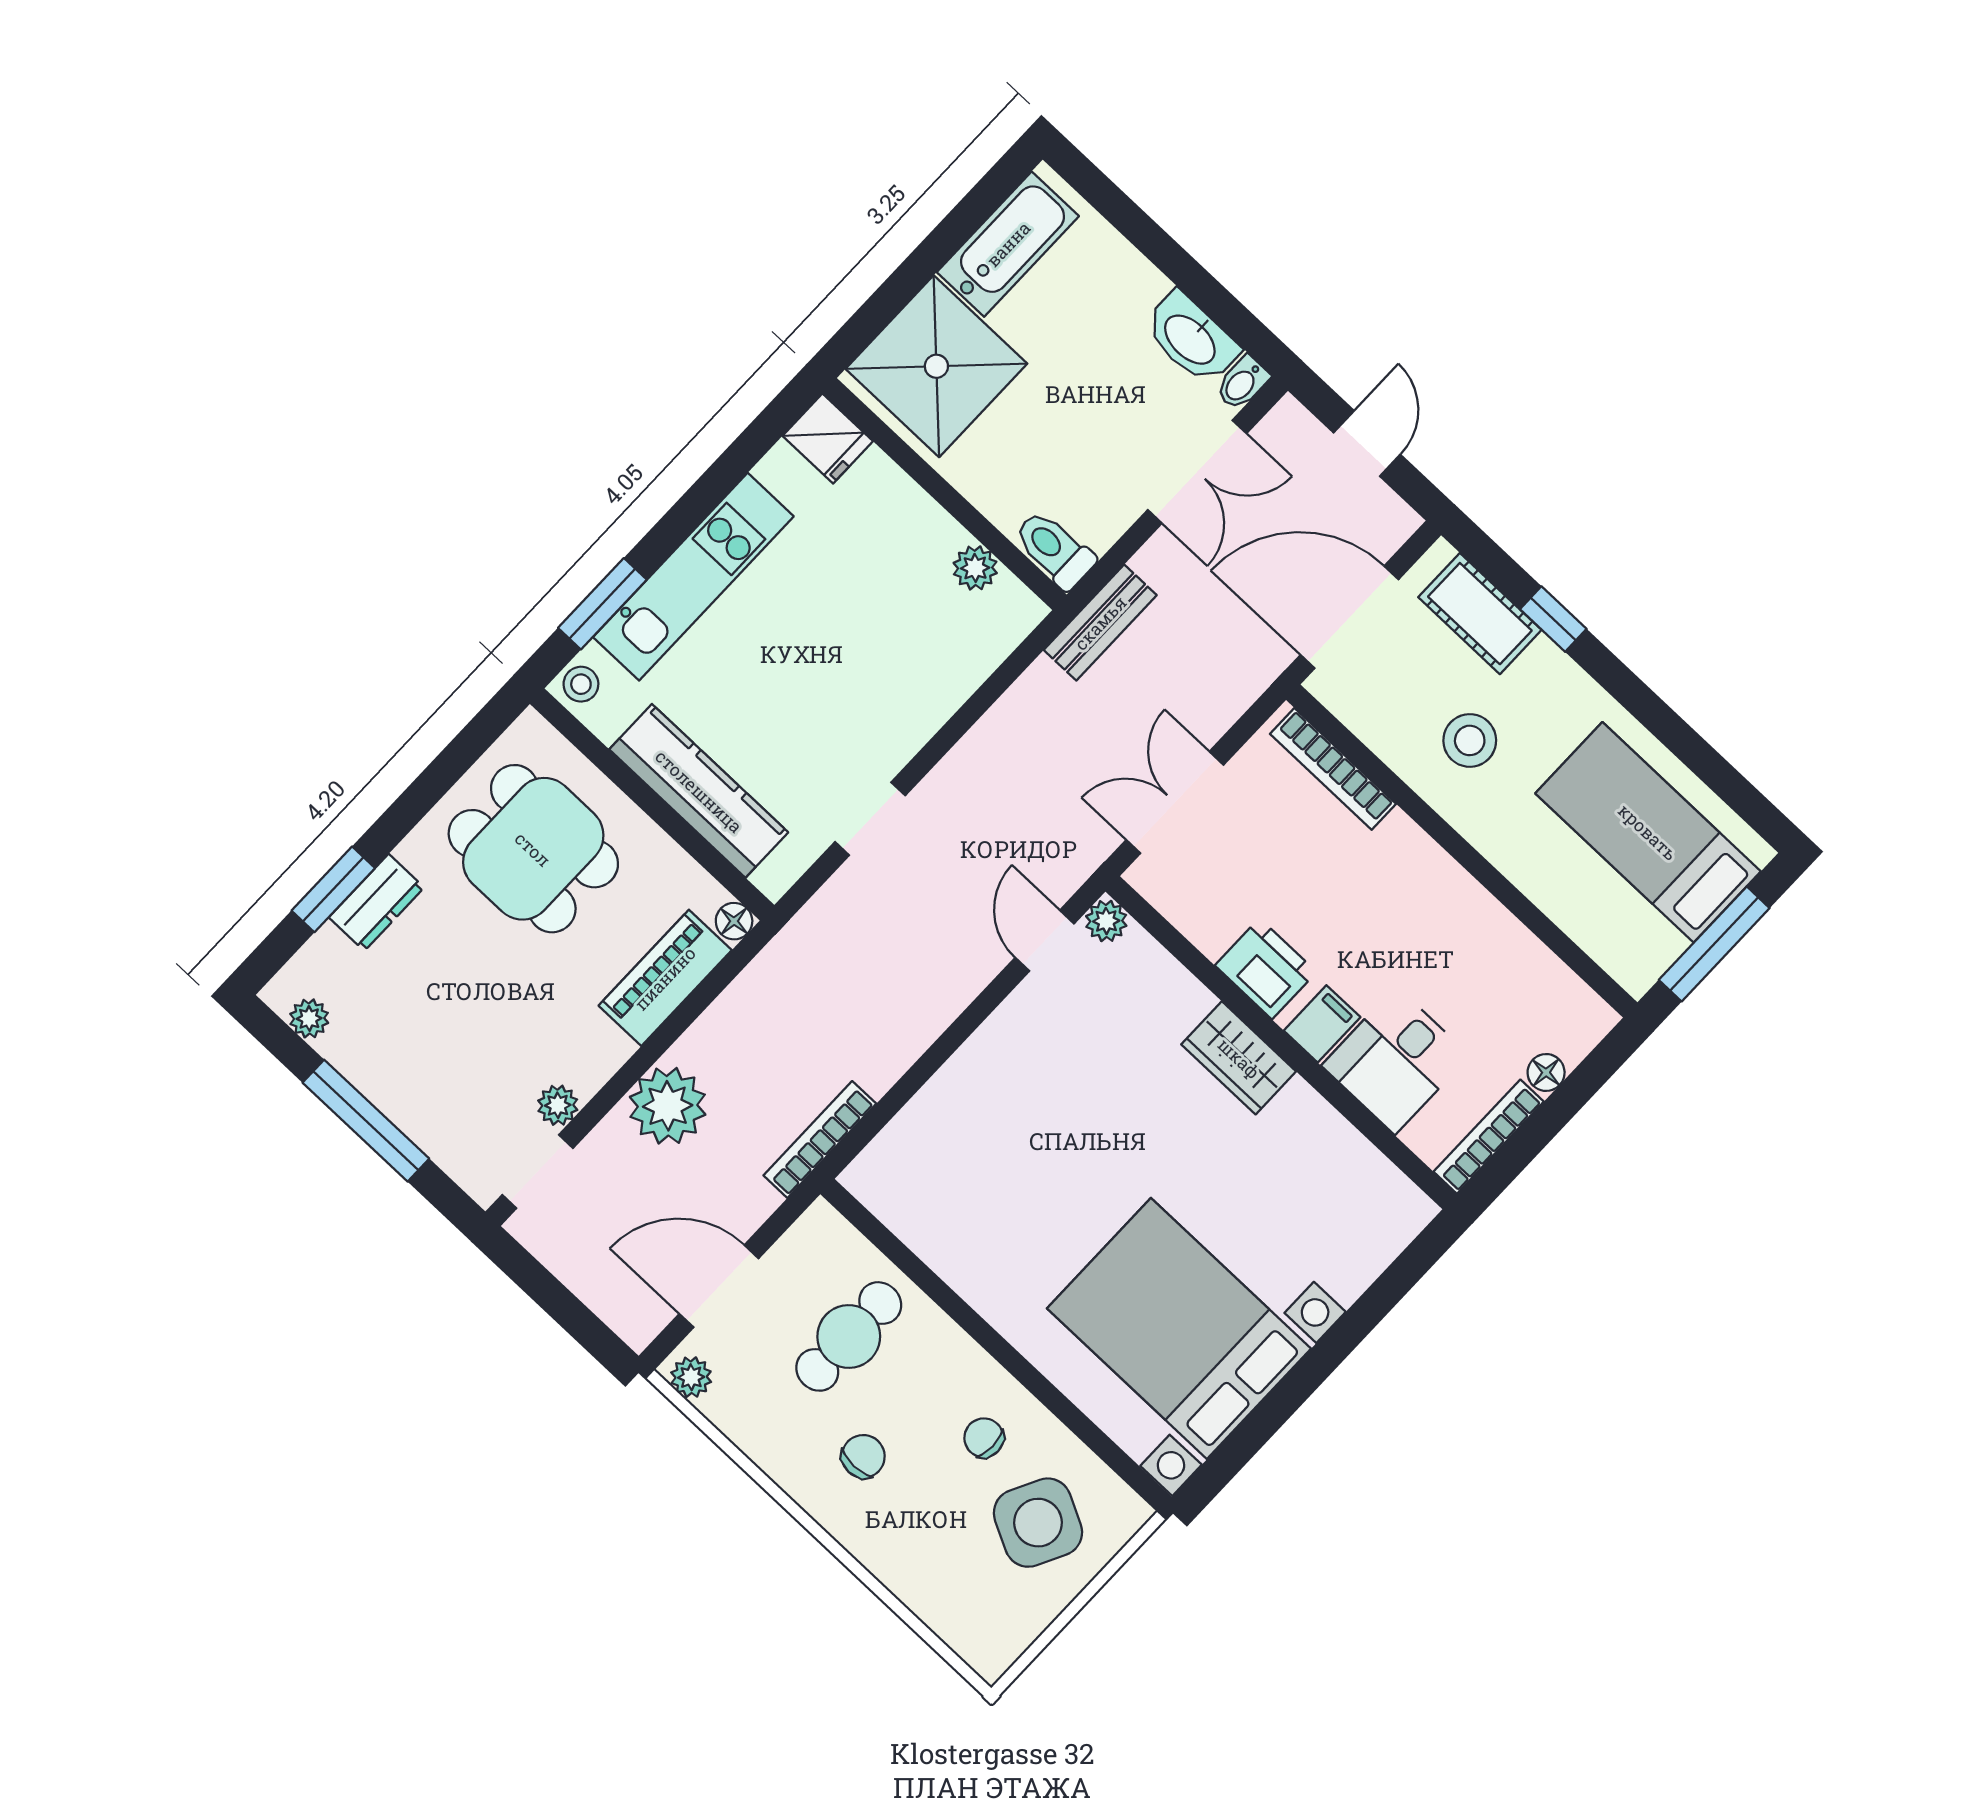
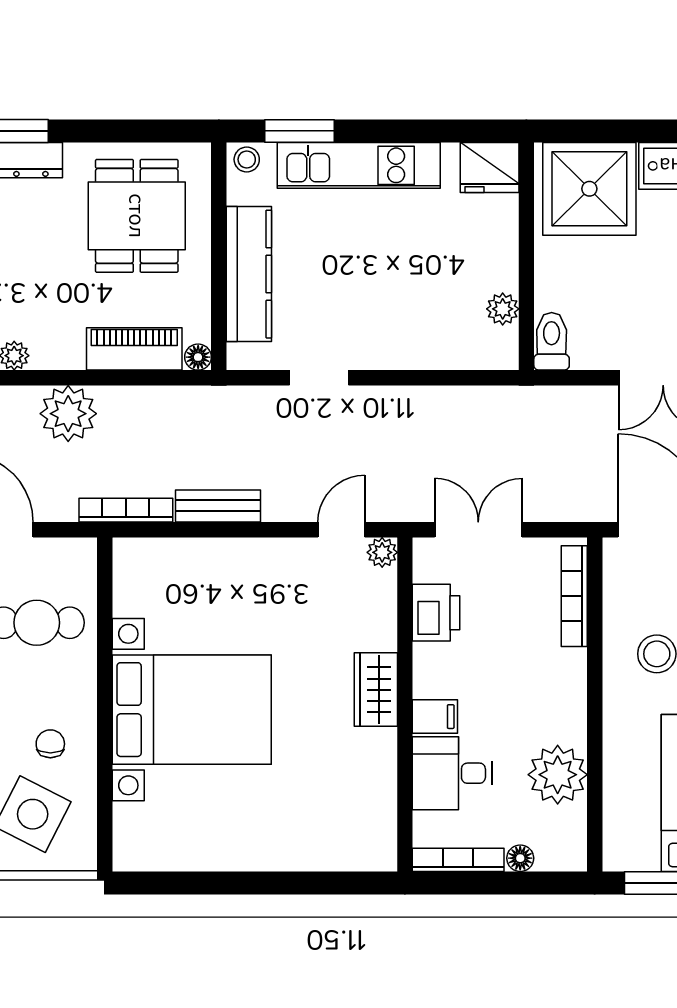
fridge: (828, 438) -> (490, 168), width x1.38
bench: (1100, 623) -> (218, 506), moved
plant: (1497, 955) -> (558, 775), added
printer: (1266, 969) -> (436, 613), moved
bed with nightstands: (1179, 1328) -> (192, 710), moved, turned 90

